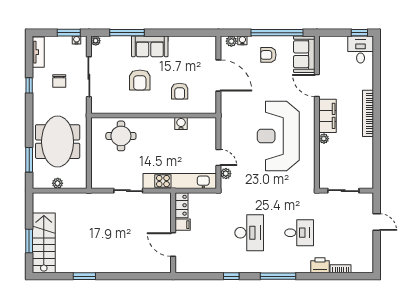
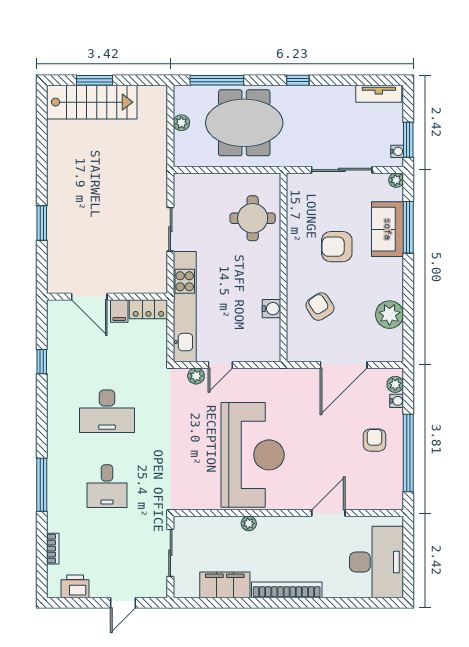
window: (359, 33) -> (408, 577), removed
plant: (185, 45) -> (389, 315), added
sofa: (150, 46) -> (388, 229), moved
desk: (361, 49) -> (377, 562), width x1.87, depth x1.30
sofa: (304, 54) -> (376, 494), removed
chair: (59, 81) -> (335, 125), removed
window: (29, 85) -> (298, 80), moved
armchair: (180, 91) -> (320, 307), turned 57
filing cabinet: (327, 116) -> (225, 585), moved, turned 180
reception desk: (278, 136) -> (253, 455), turned 90
window: (29, 160) -> (217, 80), width x1.44
door: (173, 245) -> (89, 297), swing flipped
printer: (320, 265) -> (75, 586), moved, turned -90
window: (84, 276) -> (42, 223), moved
window: (231, 276) -> (42, 362), moved
window: (278, 276) -> (42, 485), moved

